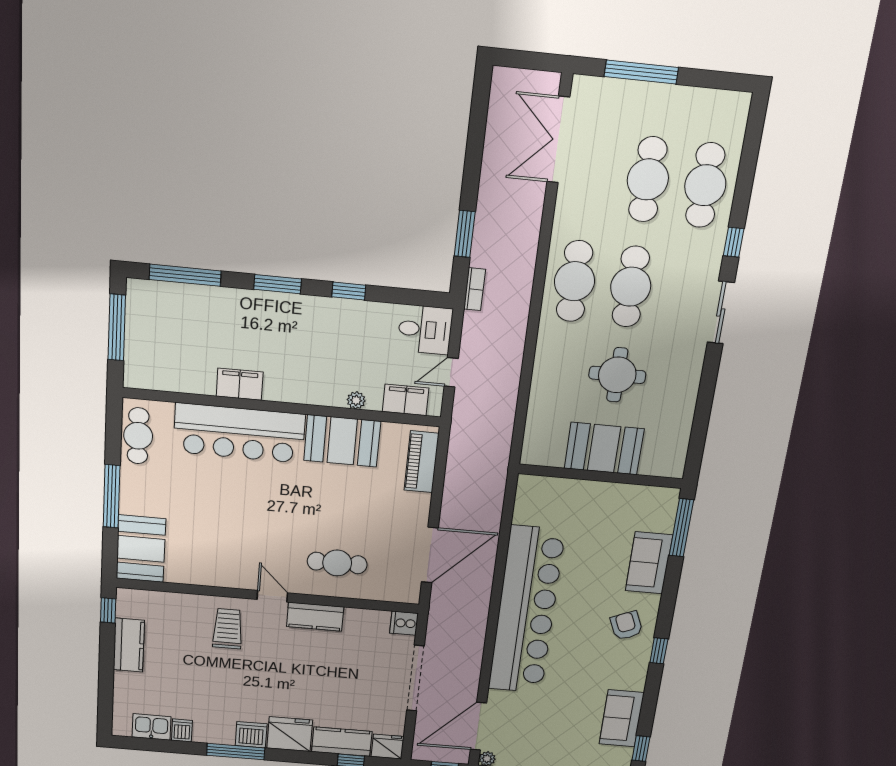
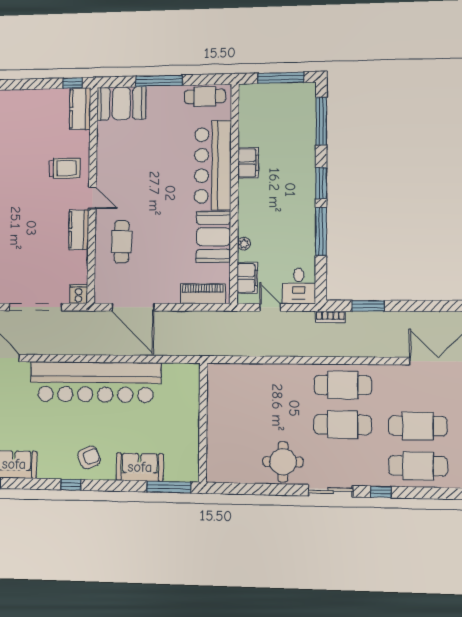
window: (349, 291) -> (321, 231), width x2.17
round table: (617, 375) -> (283, 462), moved
booth: (604, 449) -> (224, 422), removed
door: (272, 596) -> (92, 198), hinge flipped
kitchen counter: (129, 645) -> (80, 109), moved, turned 90

